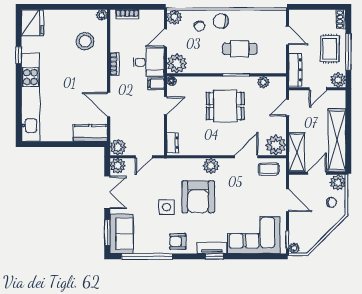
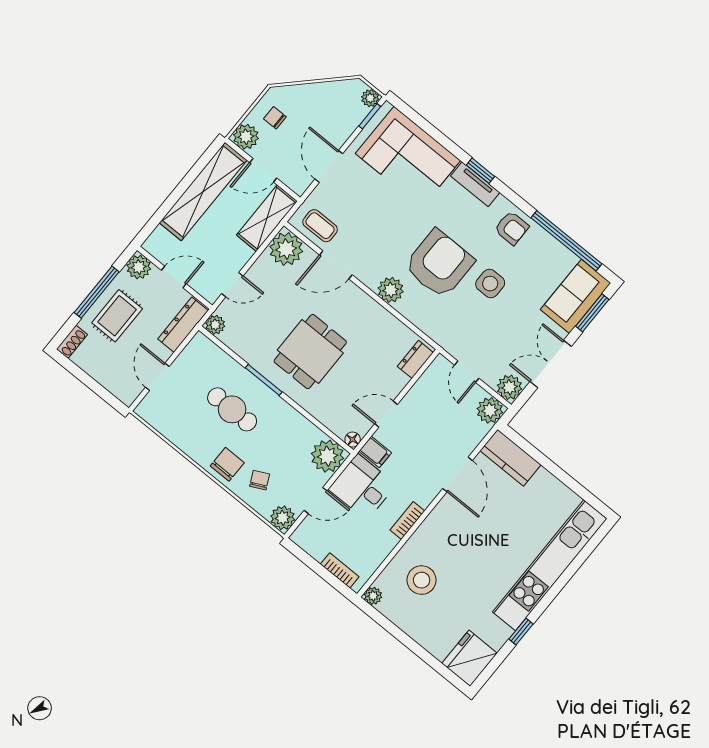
chair: (221, 21) -> (227, 464), turned -96
plant: (263, 82) -> (215, 325), moved
dining table: (225, 106) -> (310, 352), turned 90
door: (144, 157) -> (467, 372), swing flipped

